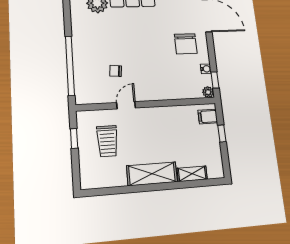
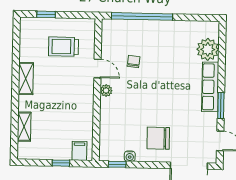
plant: (208, 92) -> (106, 91), moved
window: (74, 138) -> (46, 14), moved
shelving: (152, 174) -> (26, 79), width x0.67, depth x0.75

